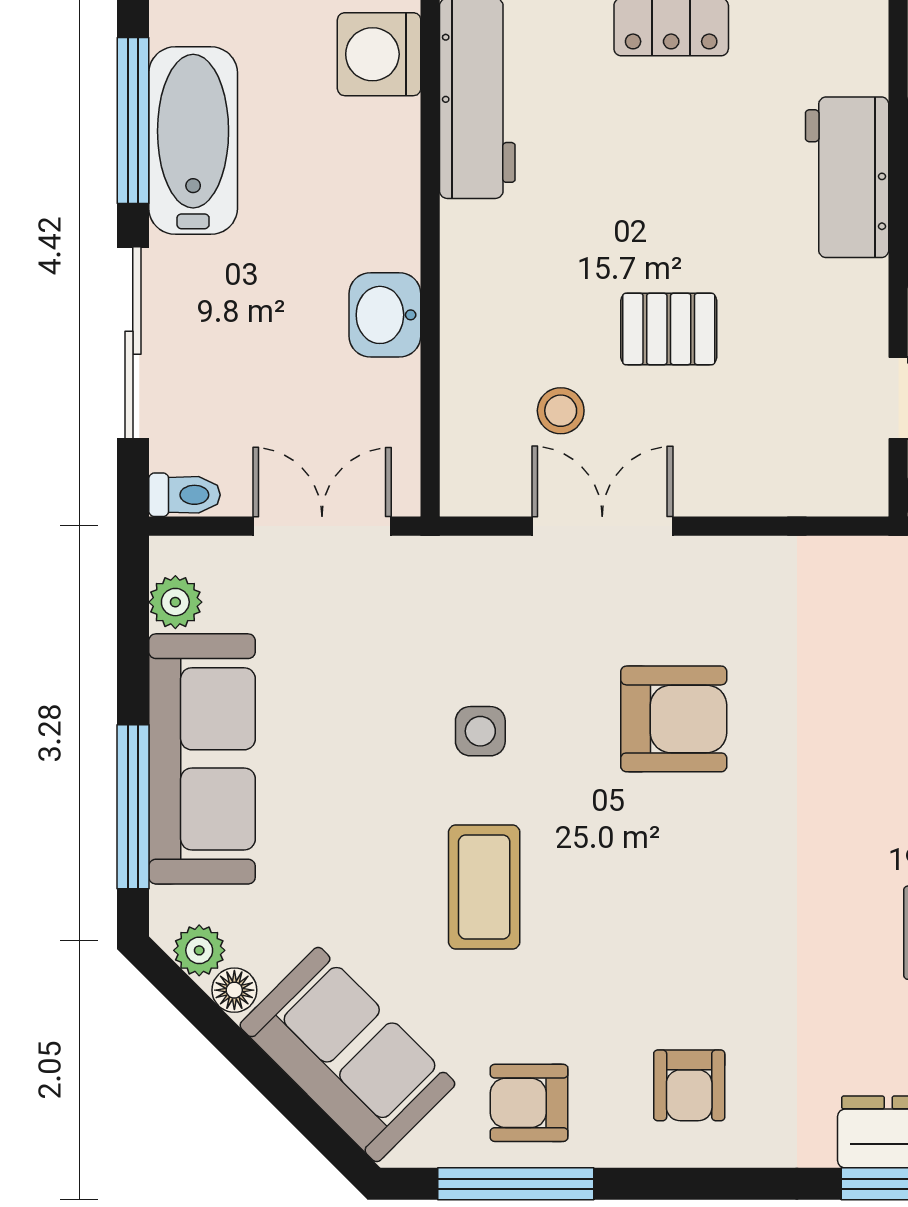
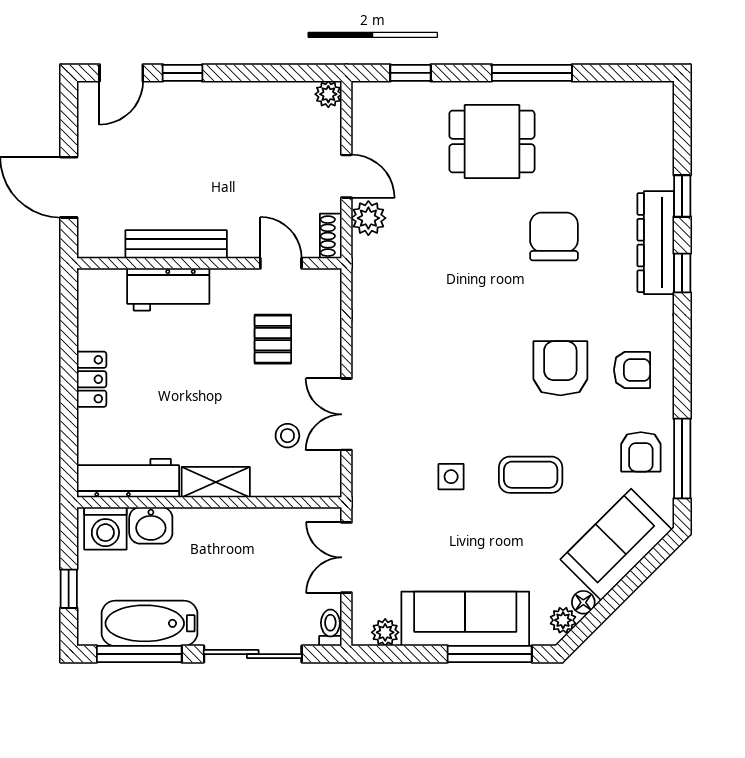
shelving: (470, 270) -> (216, 482), added
washbasin: (385, 315) -> (151, 525), moved
pallet: (669, 329) -> (273, 339), moved
armchair: (674, 719) -> (560, 368), moved

